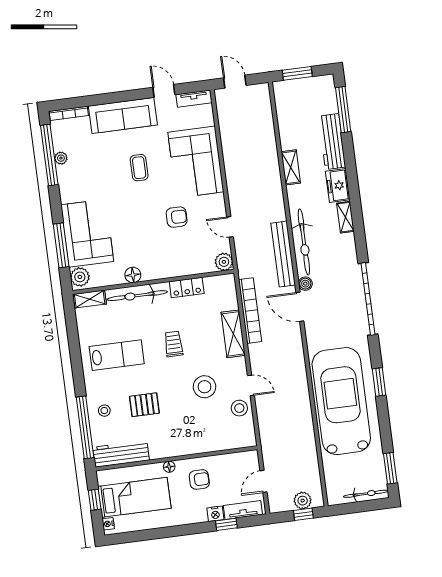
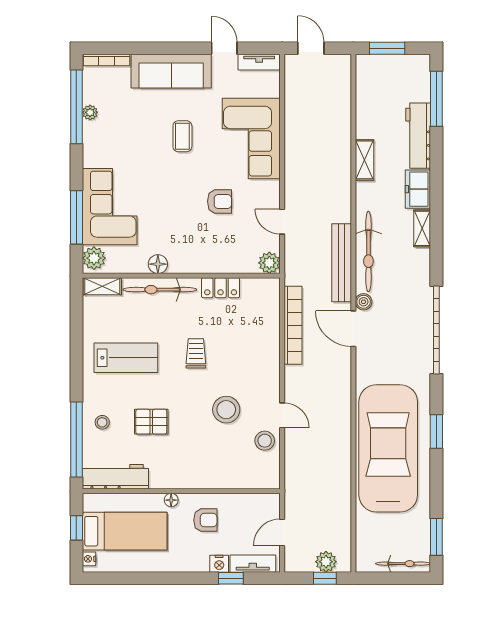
shelving: (233, 334) -> (269, 351), removed

